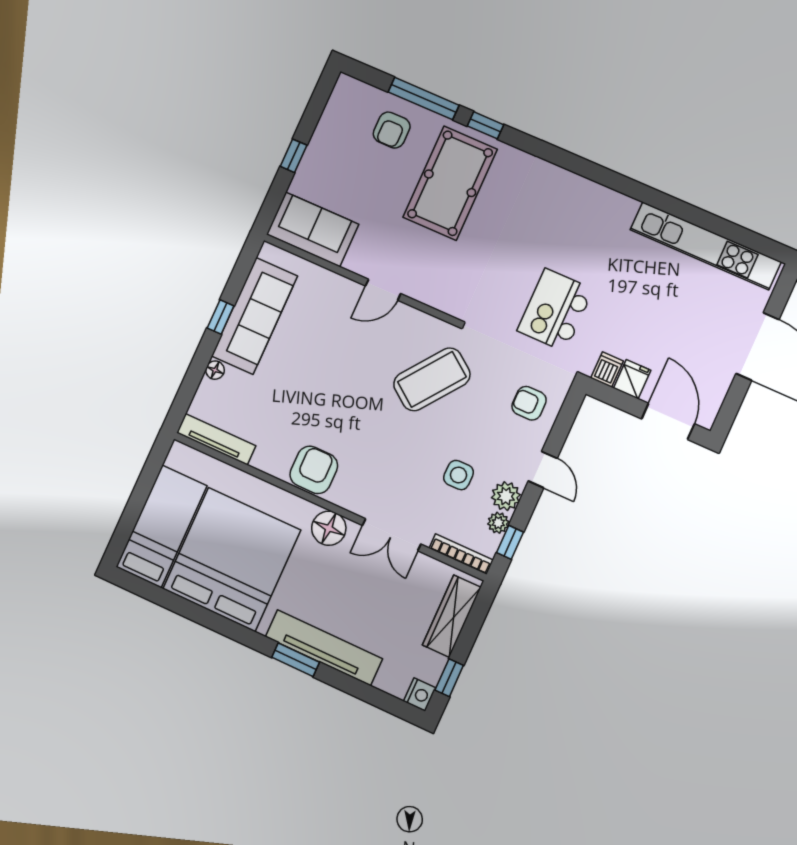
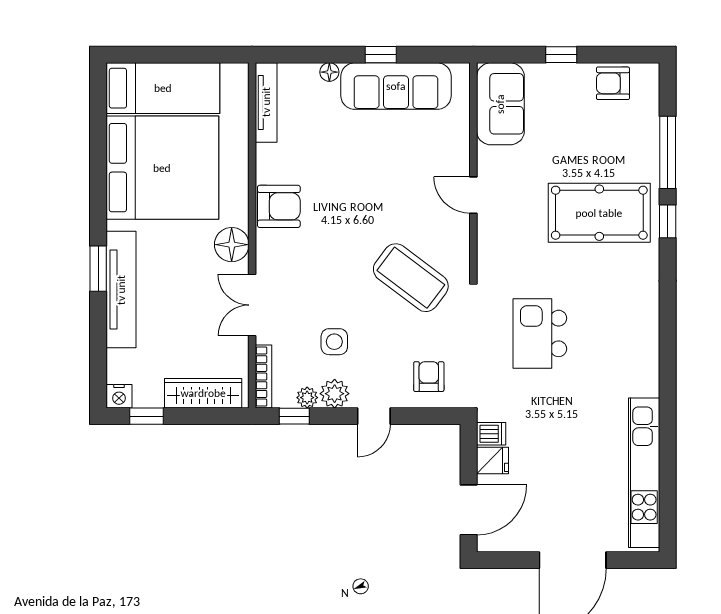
armchair: (392, 130) -> (613, 83), moved
kitchen island: (555, 310) -> (540, 333), moved, turned -90

